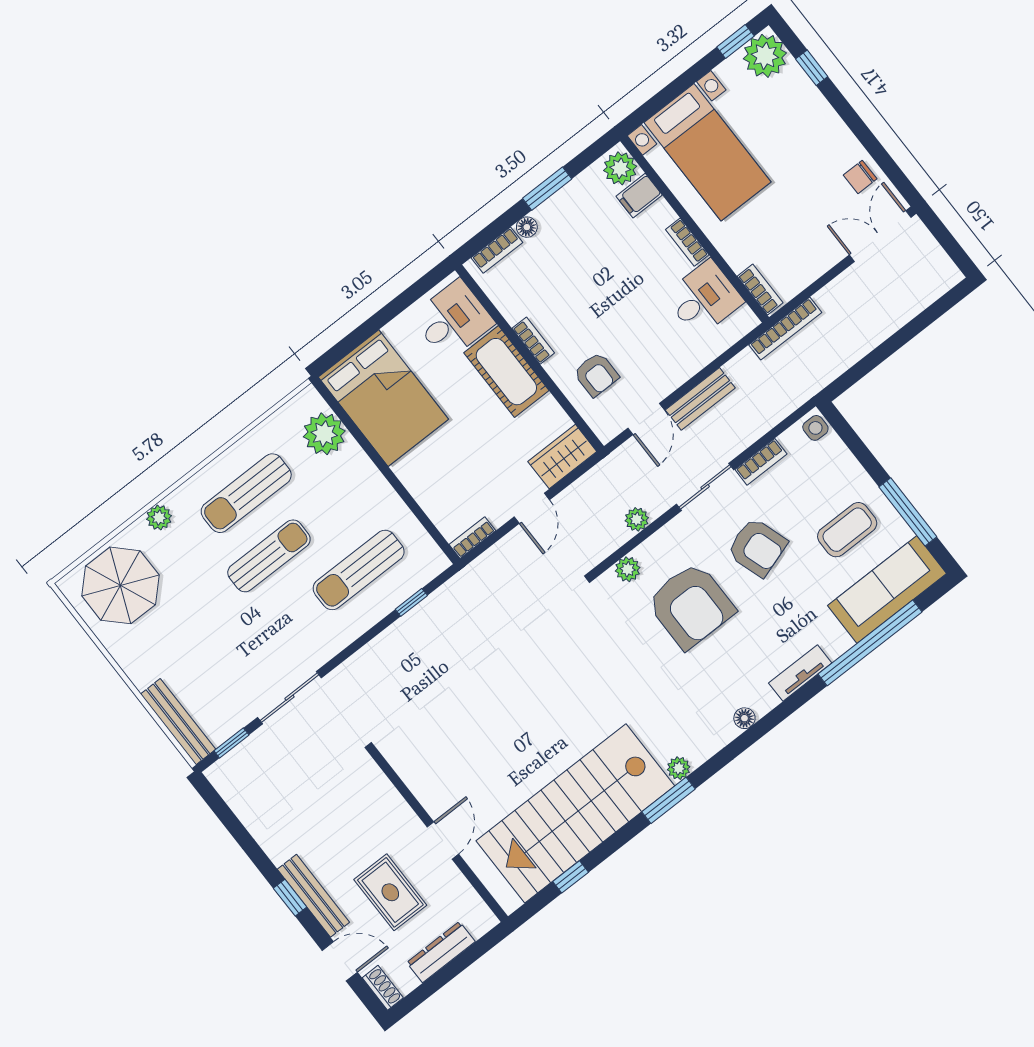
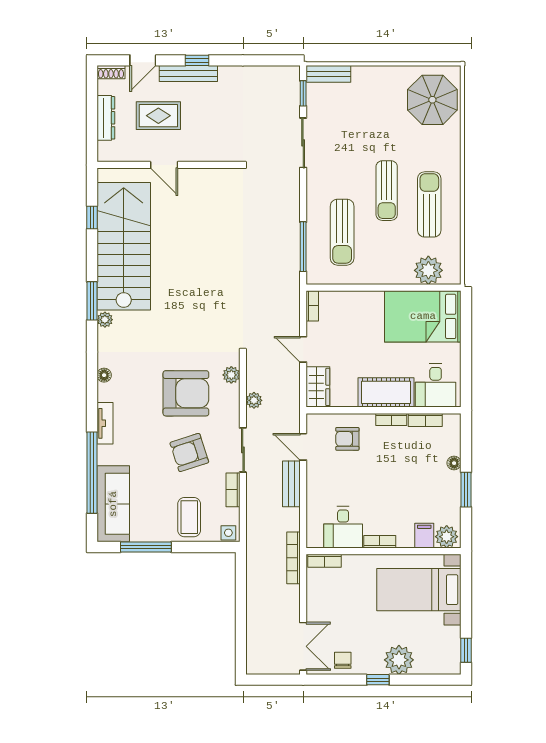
plant: (765, 56) -> (399, 660), moved
window: (812, 68) -> (378, 680), moved
bookcase: (497, 250) -> (425, 420), moved, turned -90
plant: (159, 518) -> (452, 148), removed
coffee table: (847, 530) -> (189, 517), moved
sun lounger: (359, 570) -> (342, 232), turned 180
window: (411, 602) -> (303, 247), width x2.17
armchair: (691, 606) -> (186, 393), turned 180
bench: (178, 722) -> (328, 74), width x0.73

